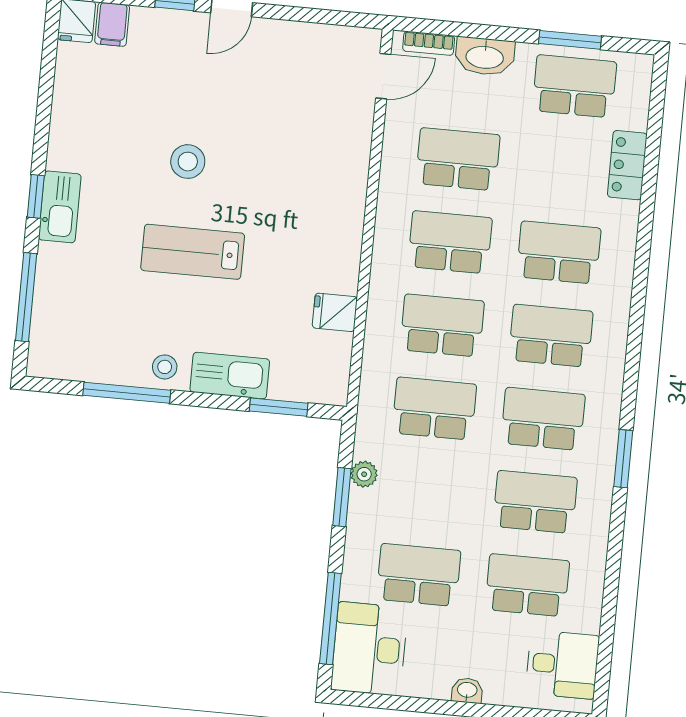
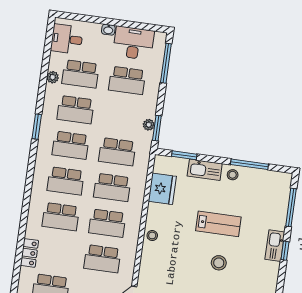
stool: (345, 218) -> (152, 235), added
fridge: (335, 312) -> (162, 189), width x1.88, depth x1.34
window: (342, 497) -> (157, 128), moved
plant: (591, 575) -> (53, 77), added
desk: (369, 649) -> (134, 43), moved, turned -90

